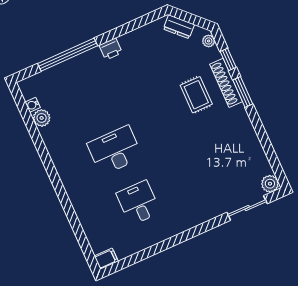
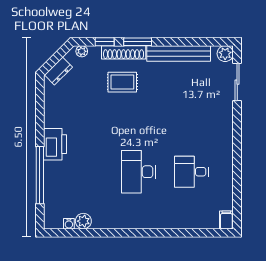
printer: (111, 49) -> (55, 144), width x1.87, depth x1.48
bench: (249, 138) -> (179, 53), added

